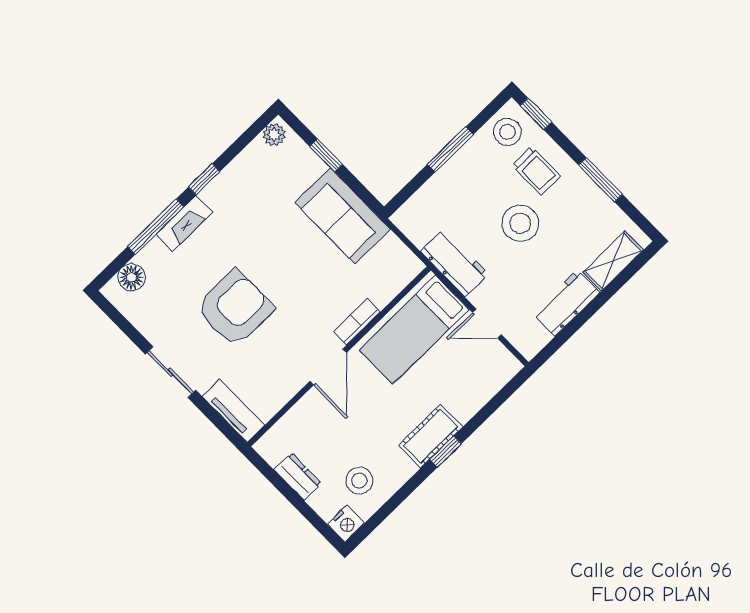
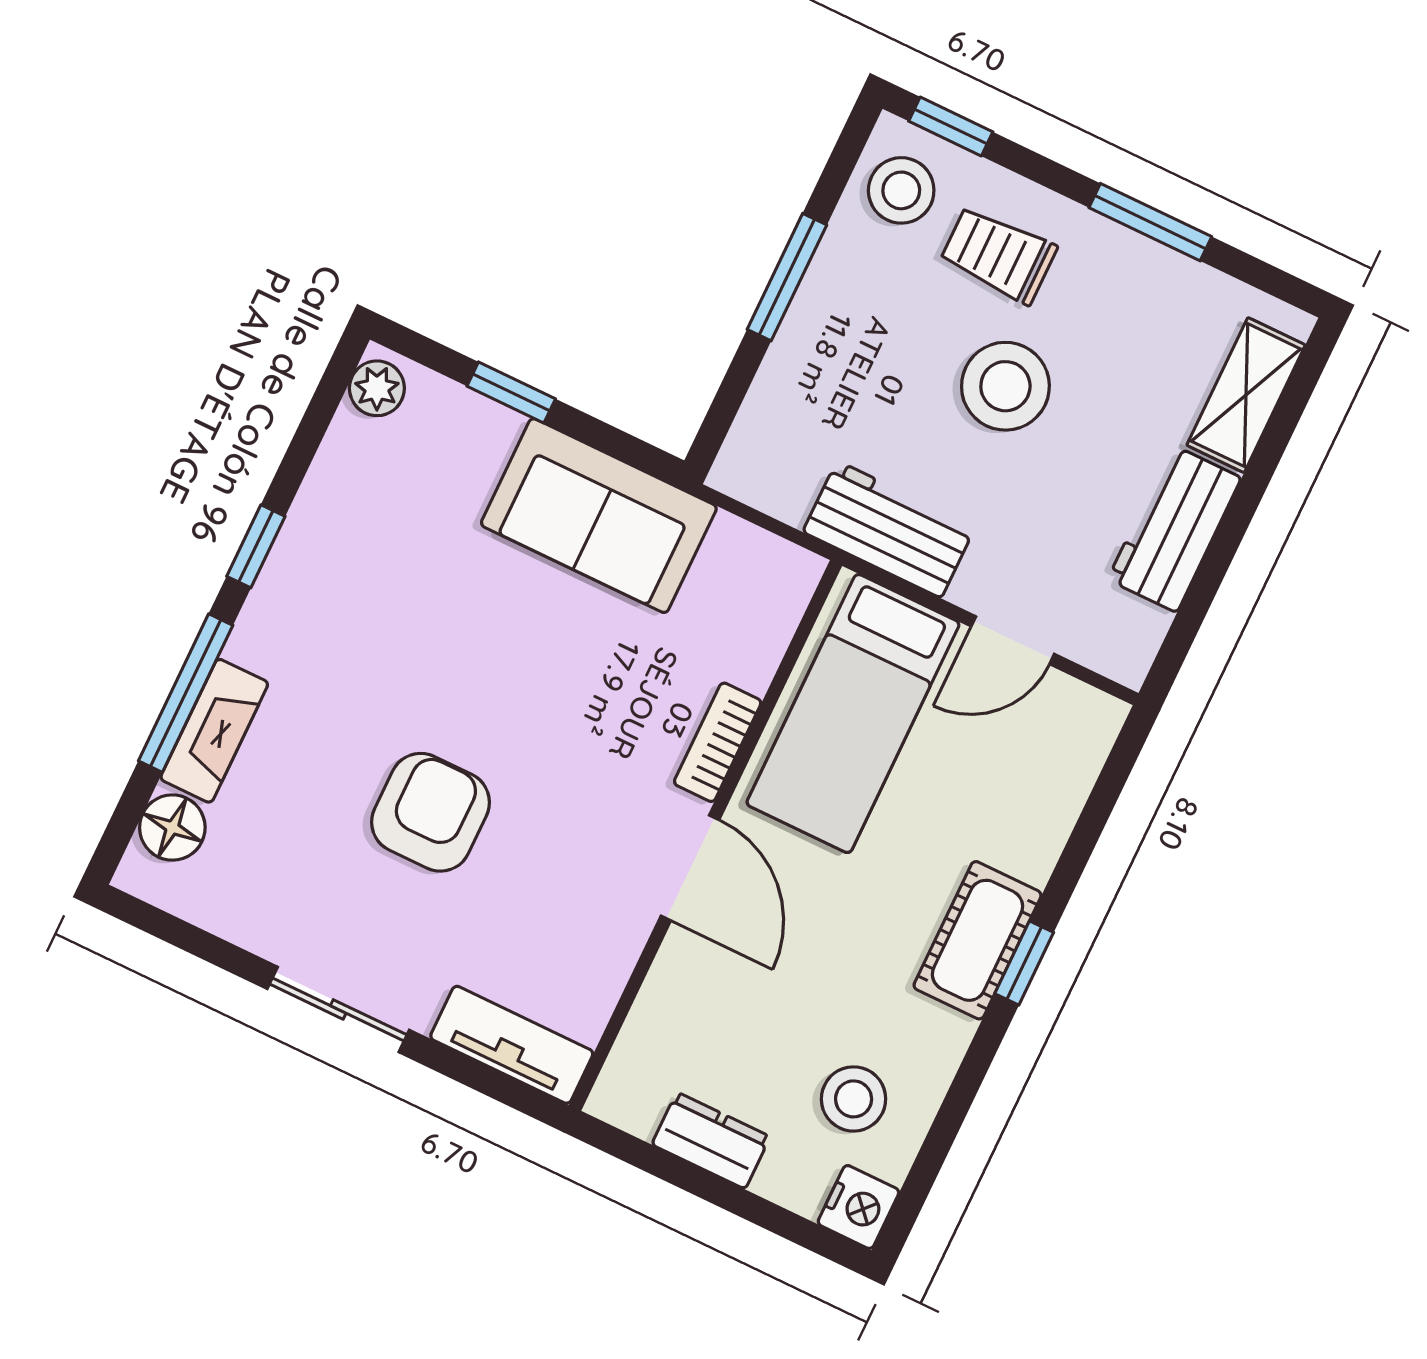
trolley: (536, 171) -> (998, 255), turned 180
fireplace: (184, 223) -> (214, 731), moved
armchair: (235, 308) -> (431, 812), width x0.73, depth x0.73

